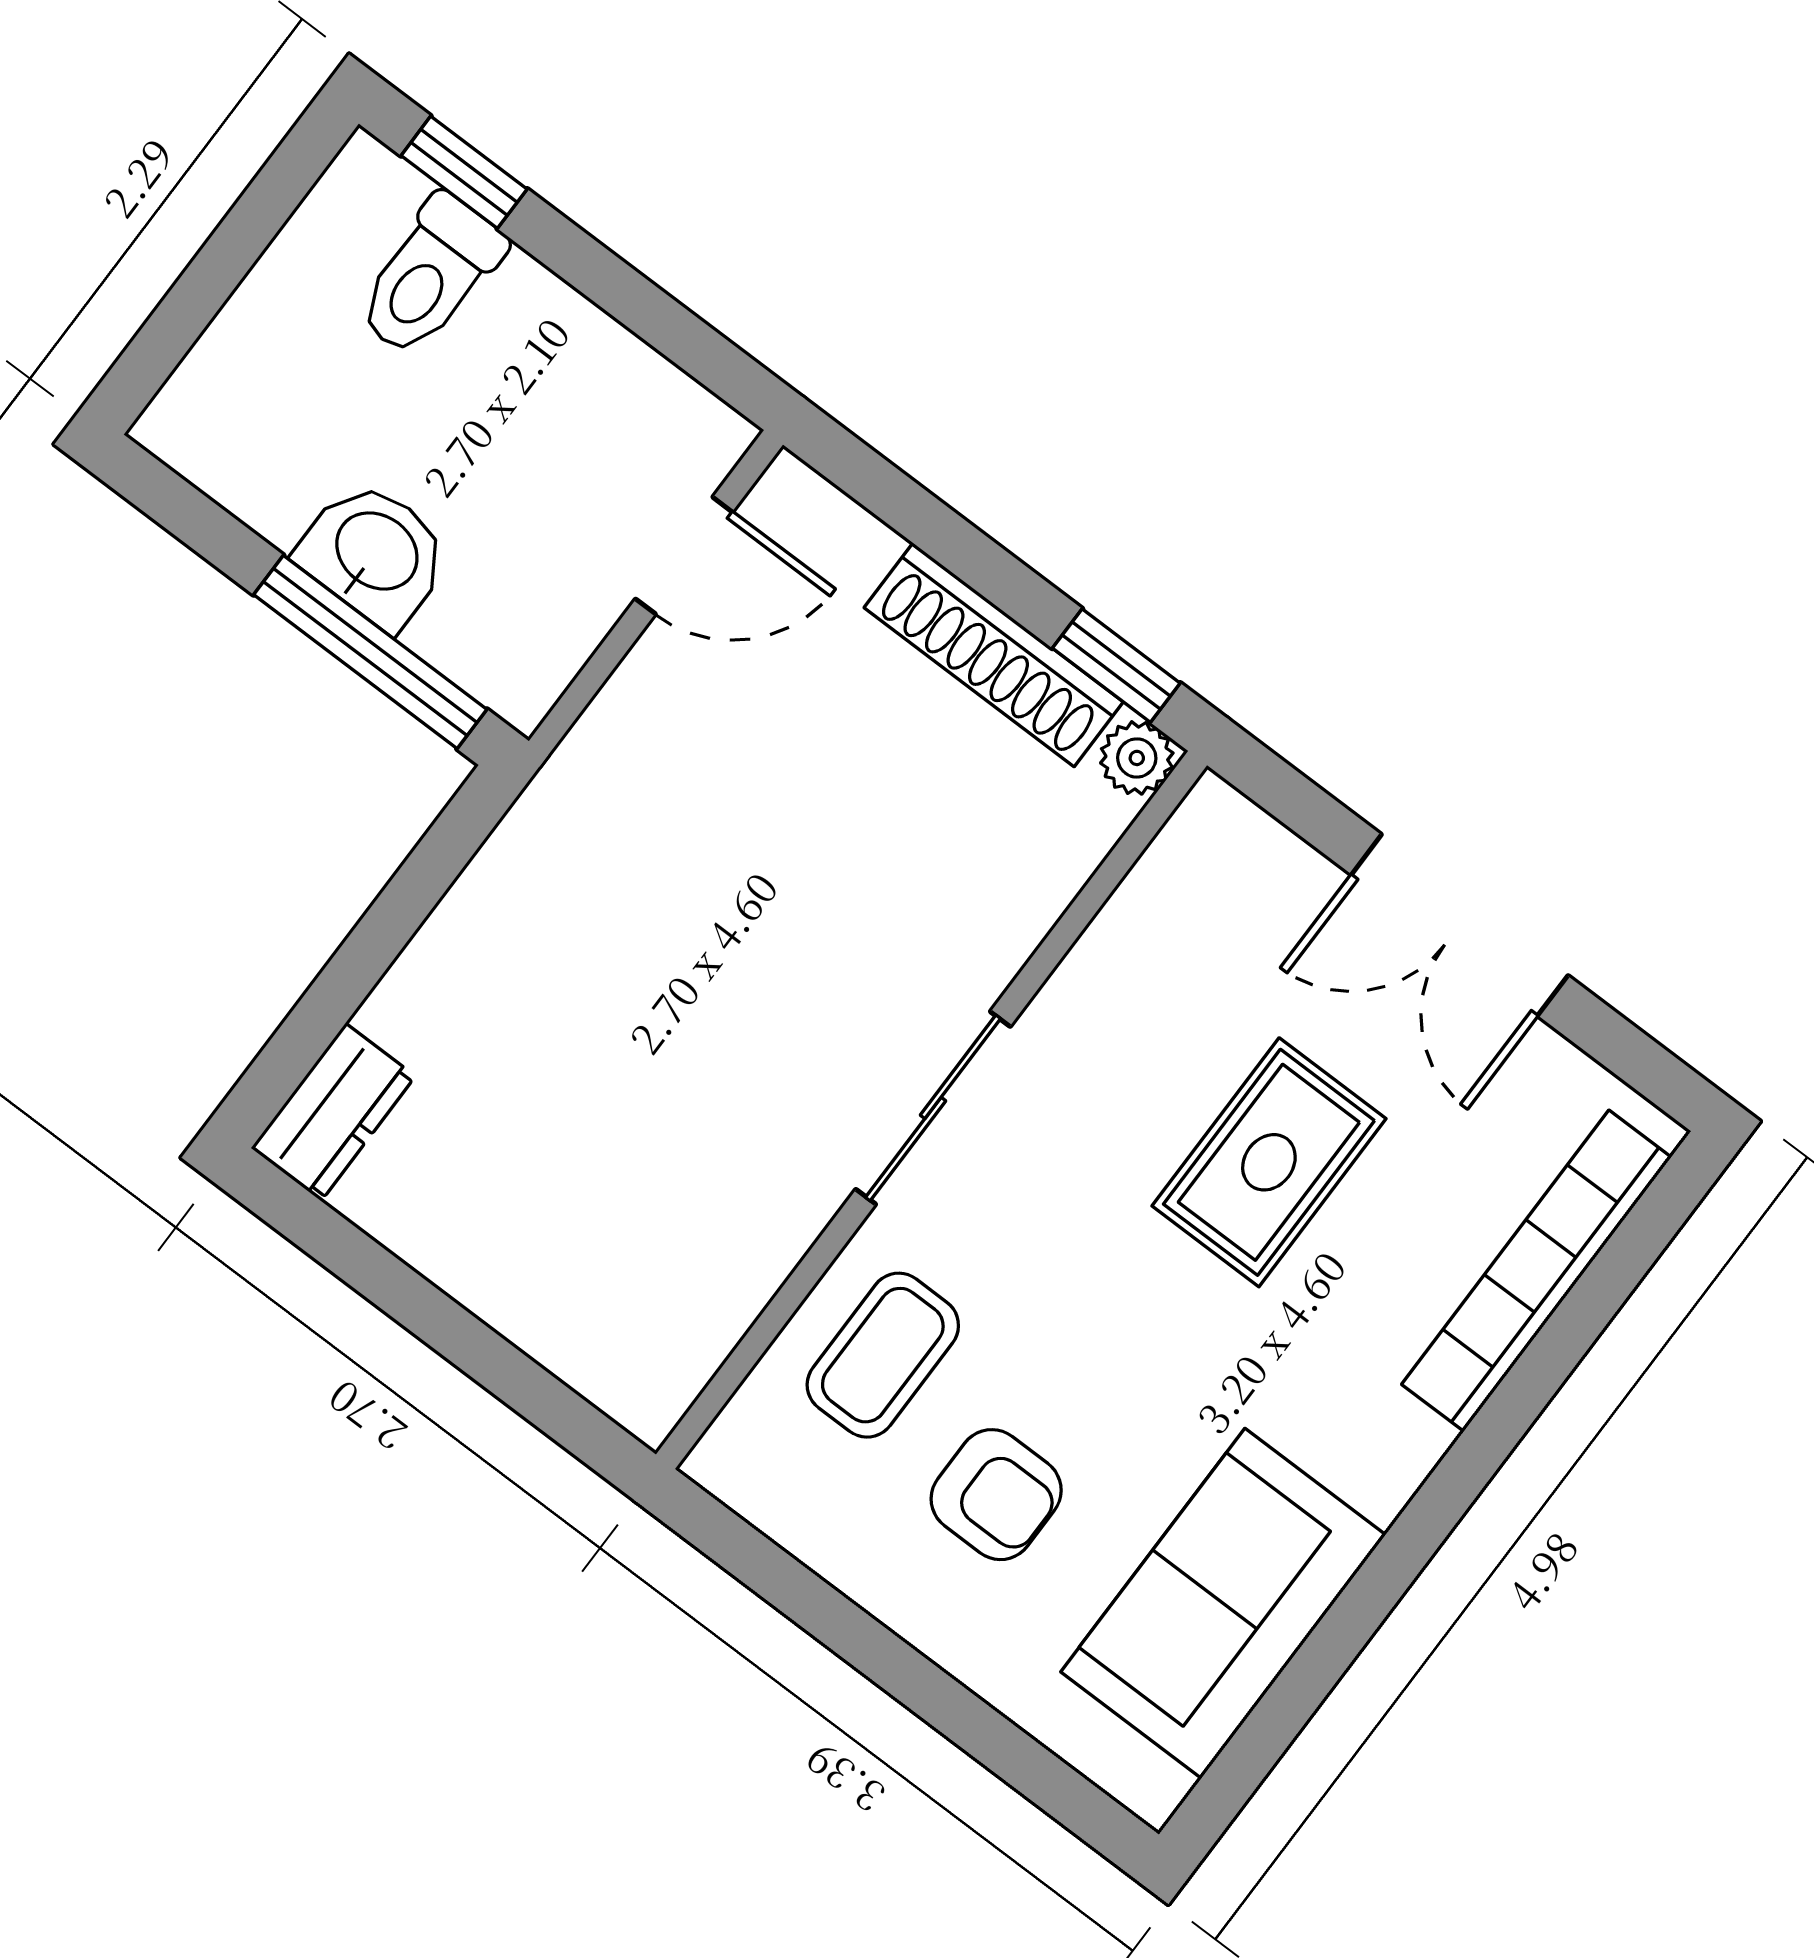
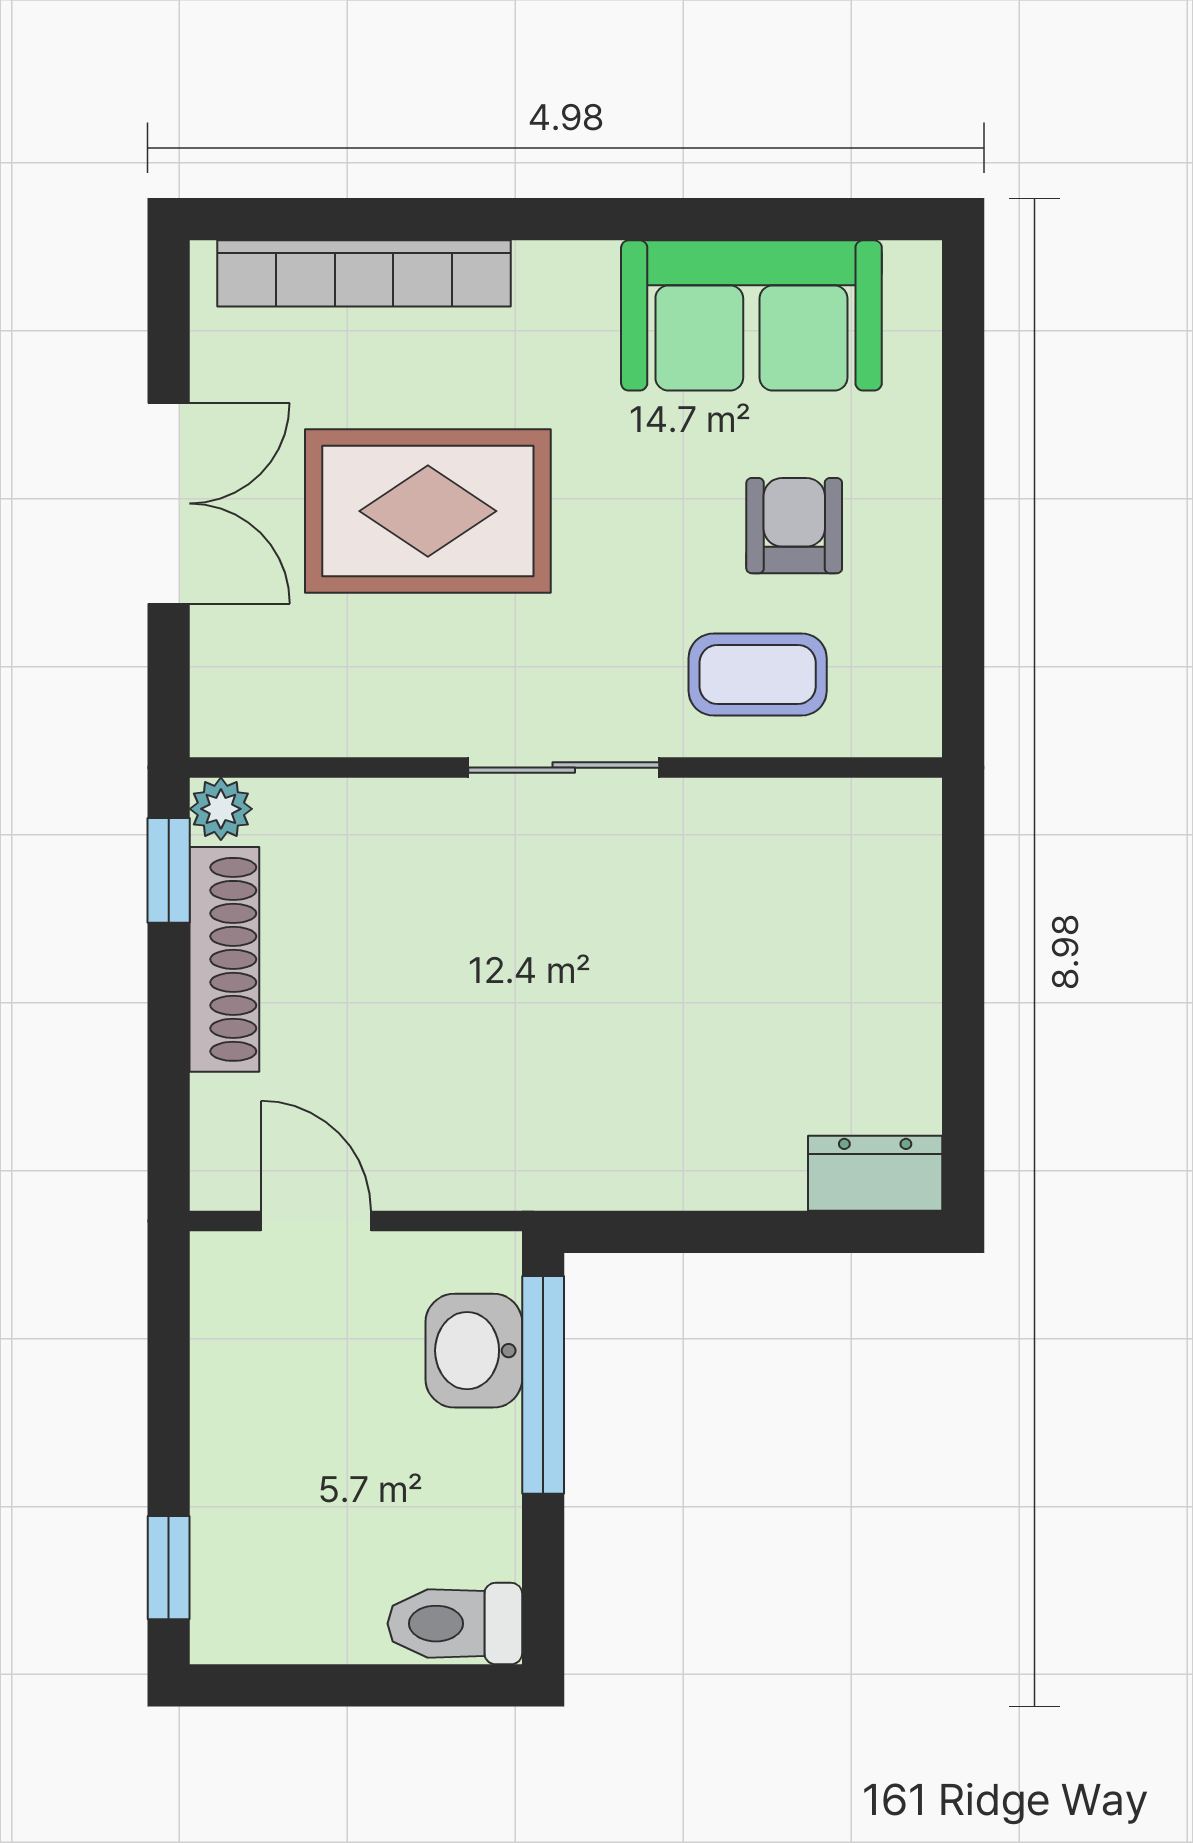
toilet: (430, 276) -> (455, 1624), moved, turned 180
washbasin: (375, 554) -> (474, 1351), moved
rug: (1269, 1162) -> (428, 511), width x1.36, depth x1.43

